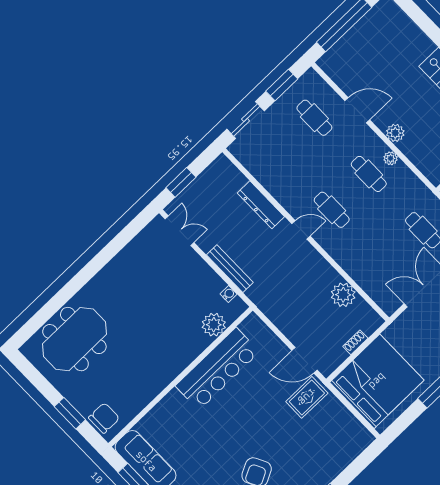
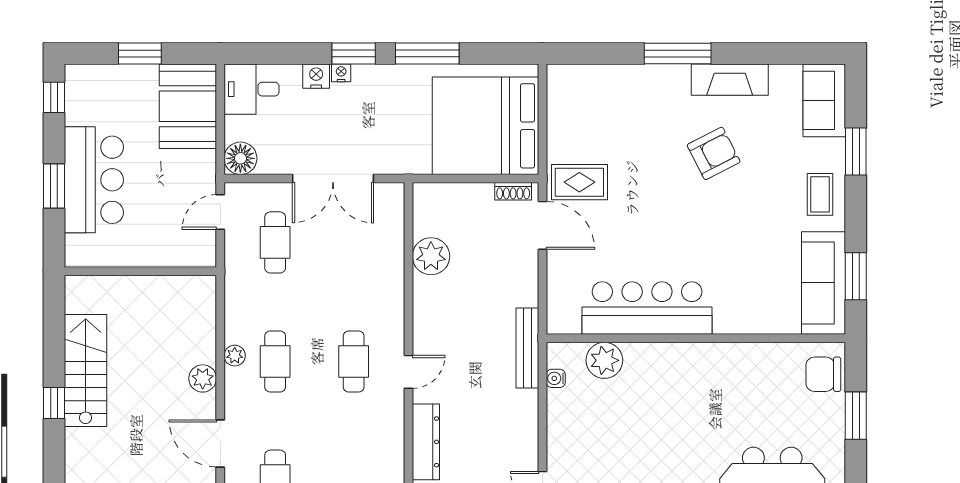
door: (301, 230) -> (408, 372), swing flipped
bench: (230, 269) -> (527, 348), moved
shoe rack: (355, 342) -> (513, 191), moved

